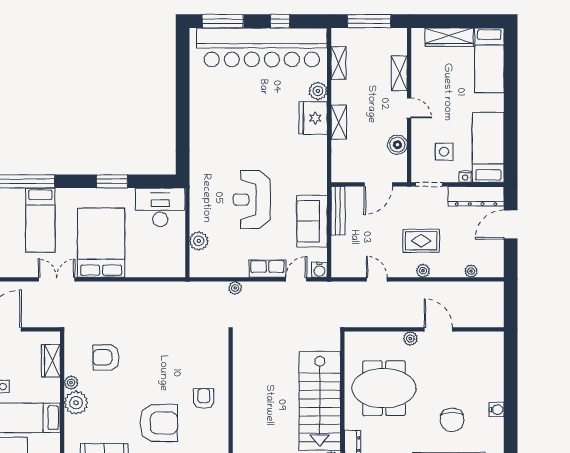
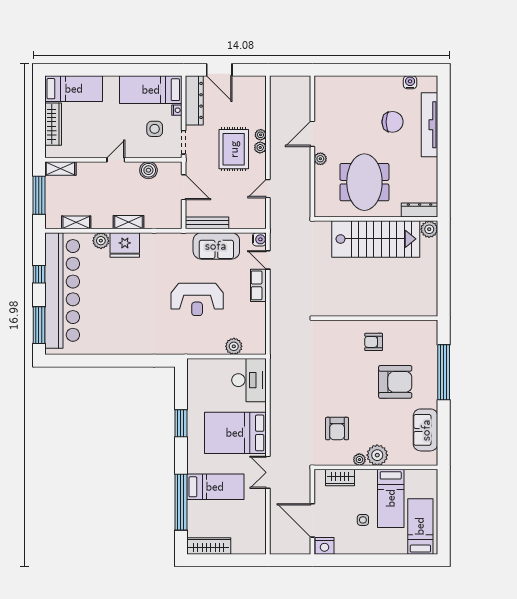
shelving: (399, 73) -> (60, 168), moved
desk: (160, 207) -> (249, 380), moved, turned 180
rug: (421, 241) -> (234, 149), width x1.36, depth x1.43
plant: (471, 271) -> (261, 135), moved
plant: (235, 288) -> (276, 314), removed
water cooler: (497, 410) -> (410, 82), moved
armchair: (159, 423) -> (395, 382), turned 90

